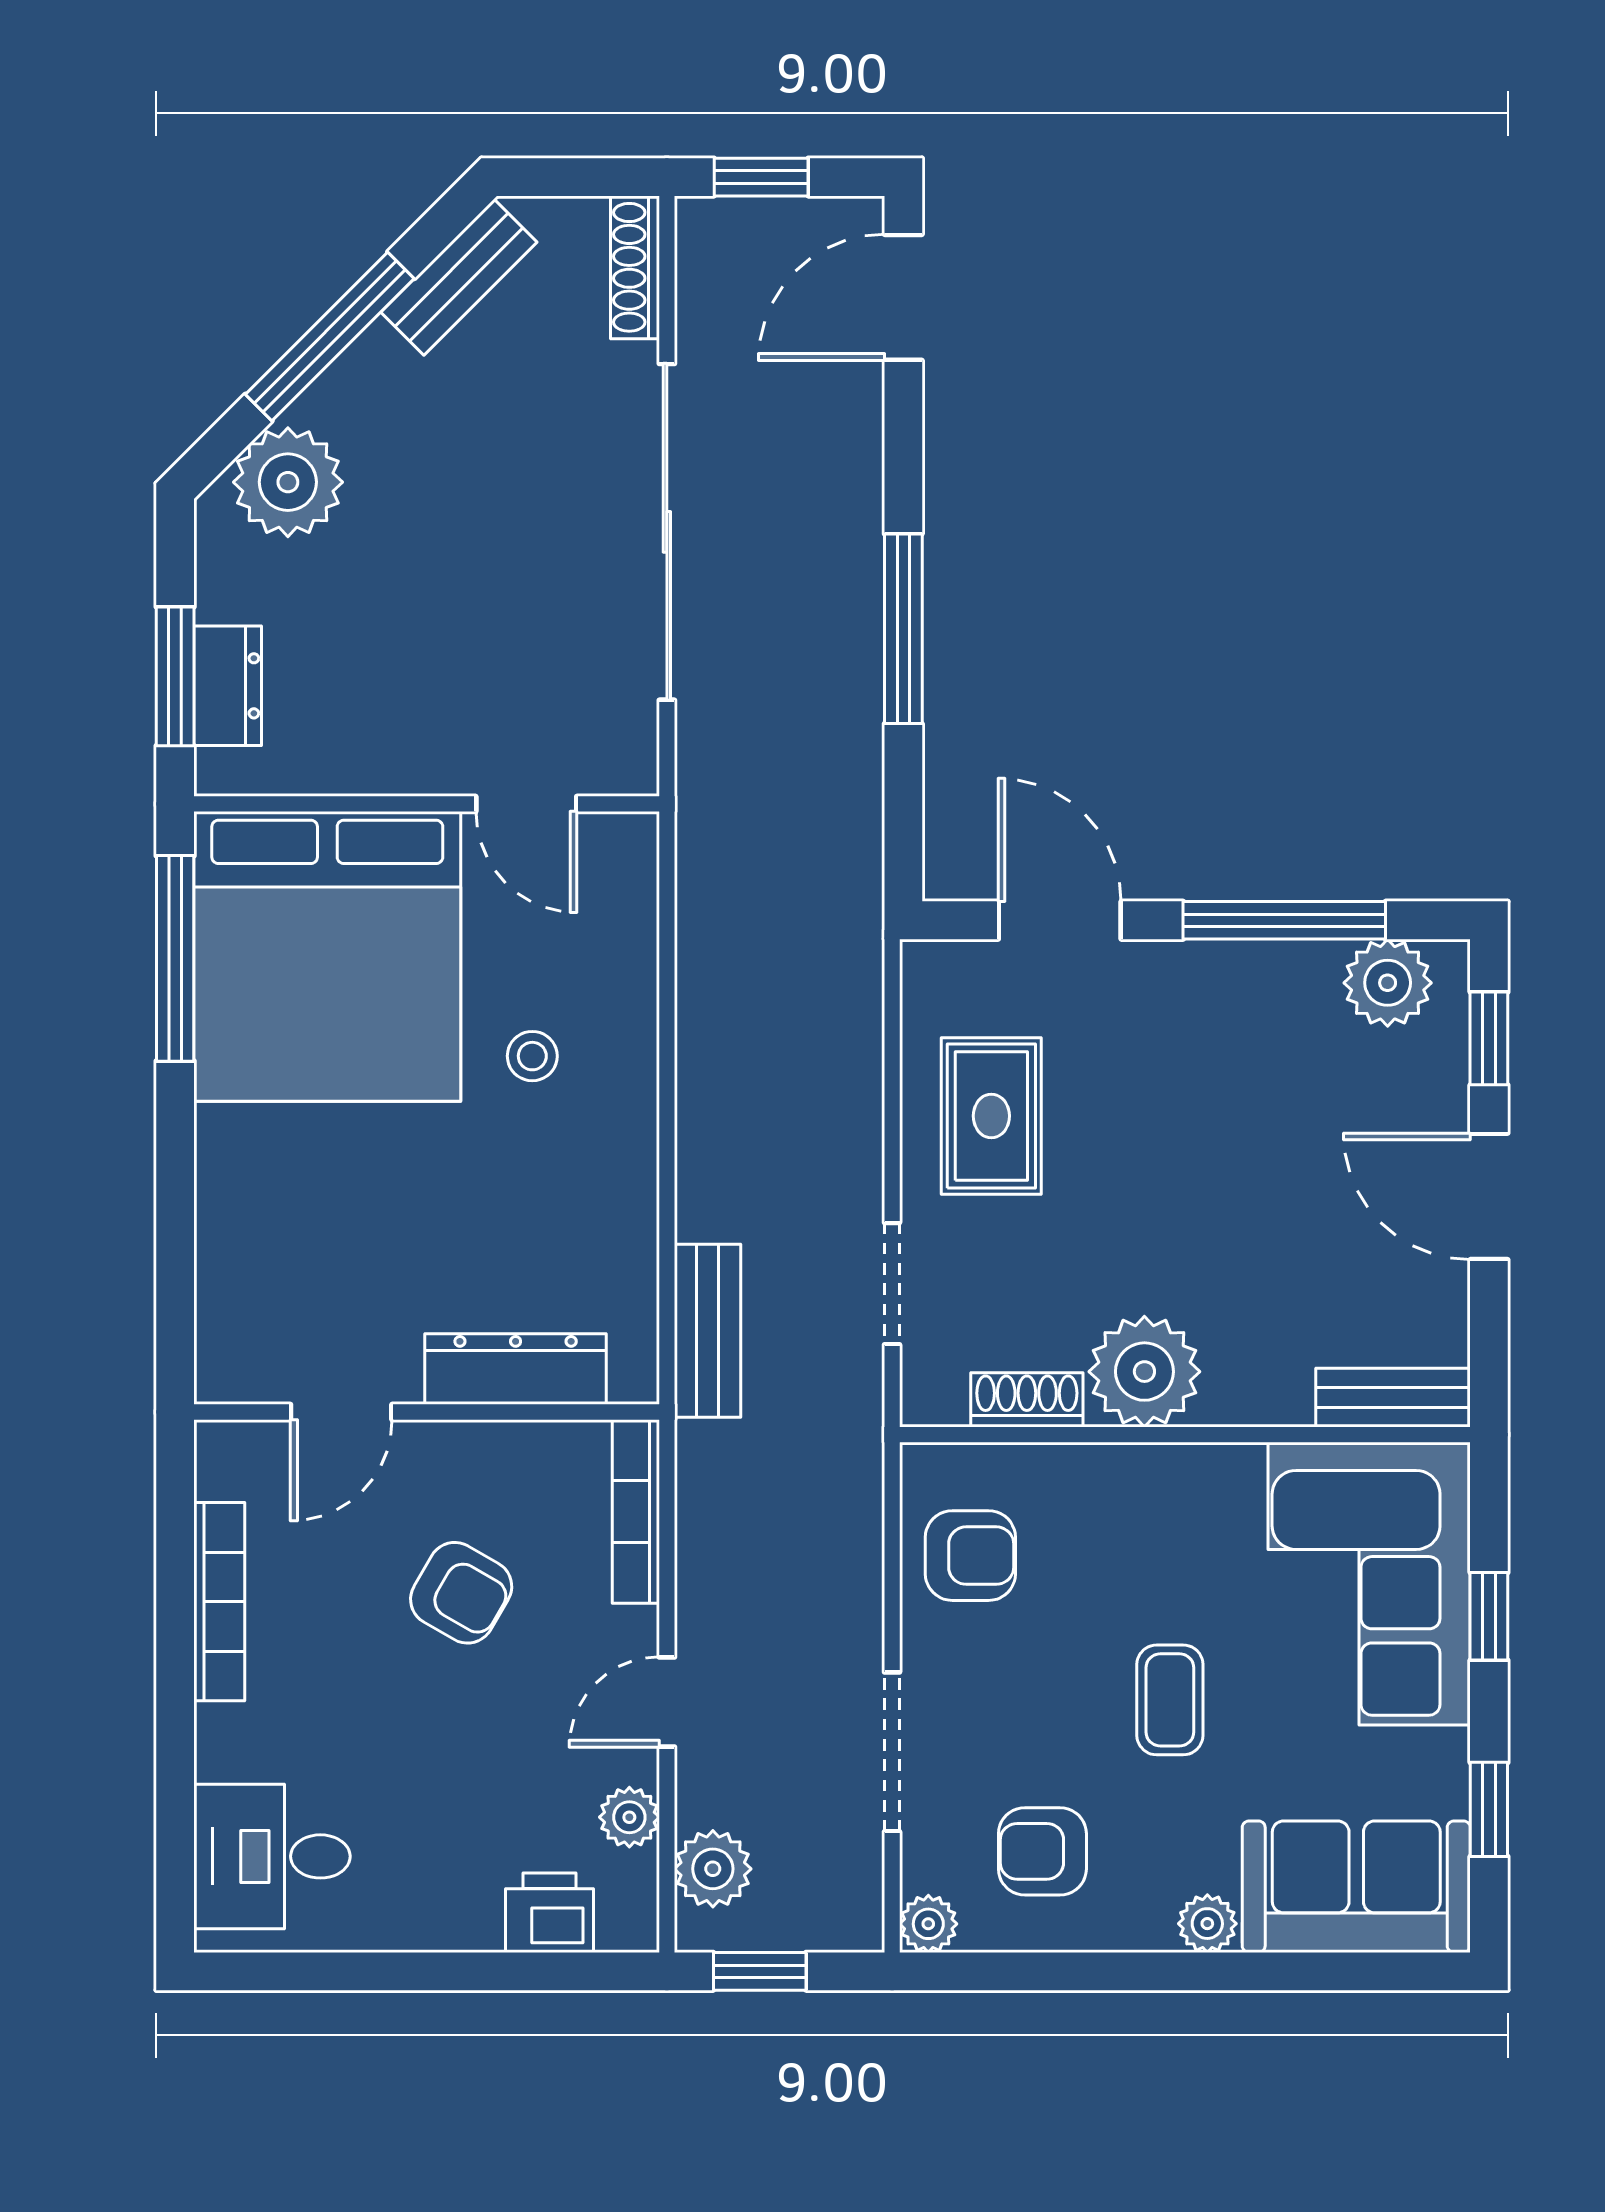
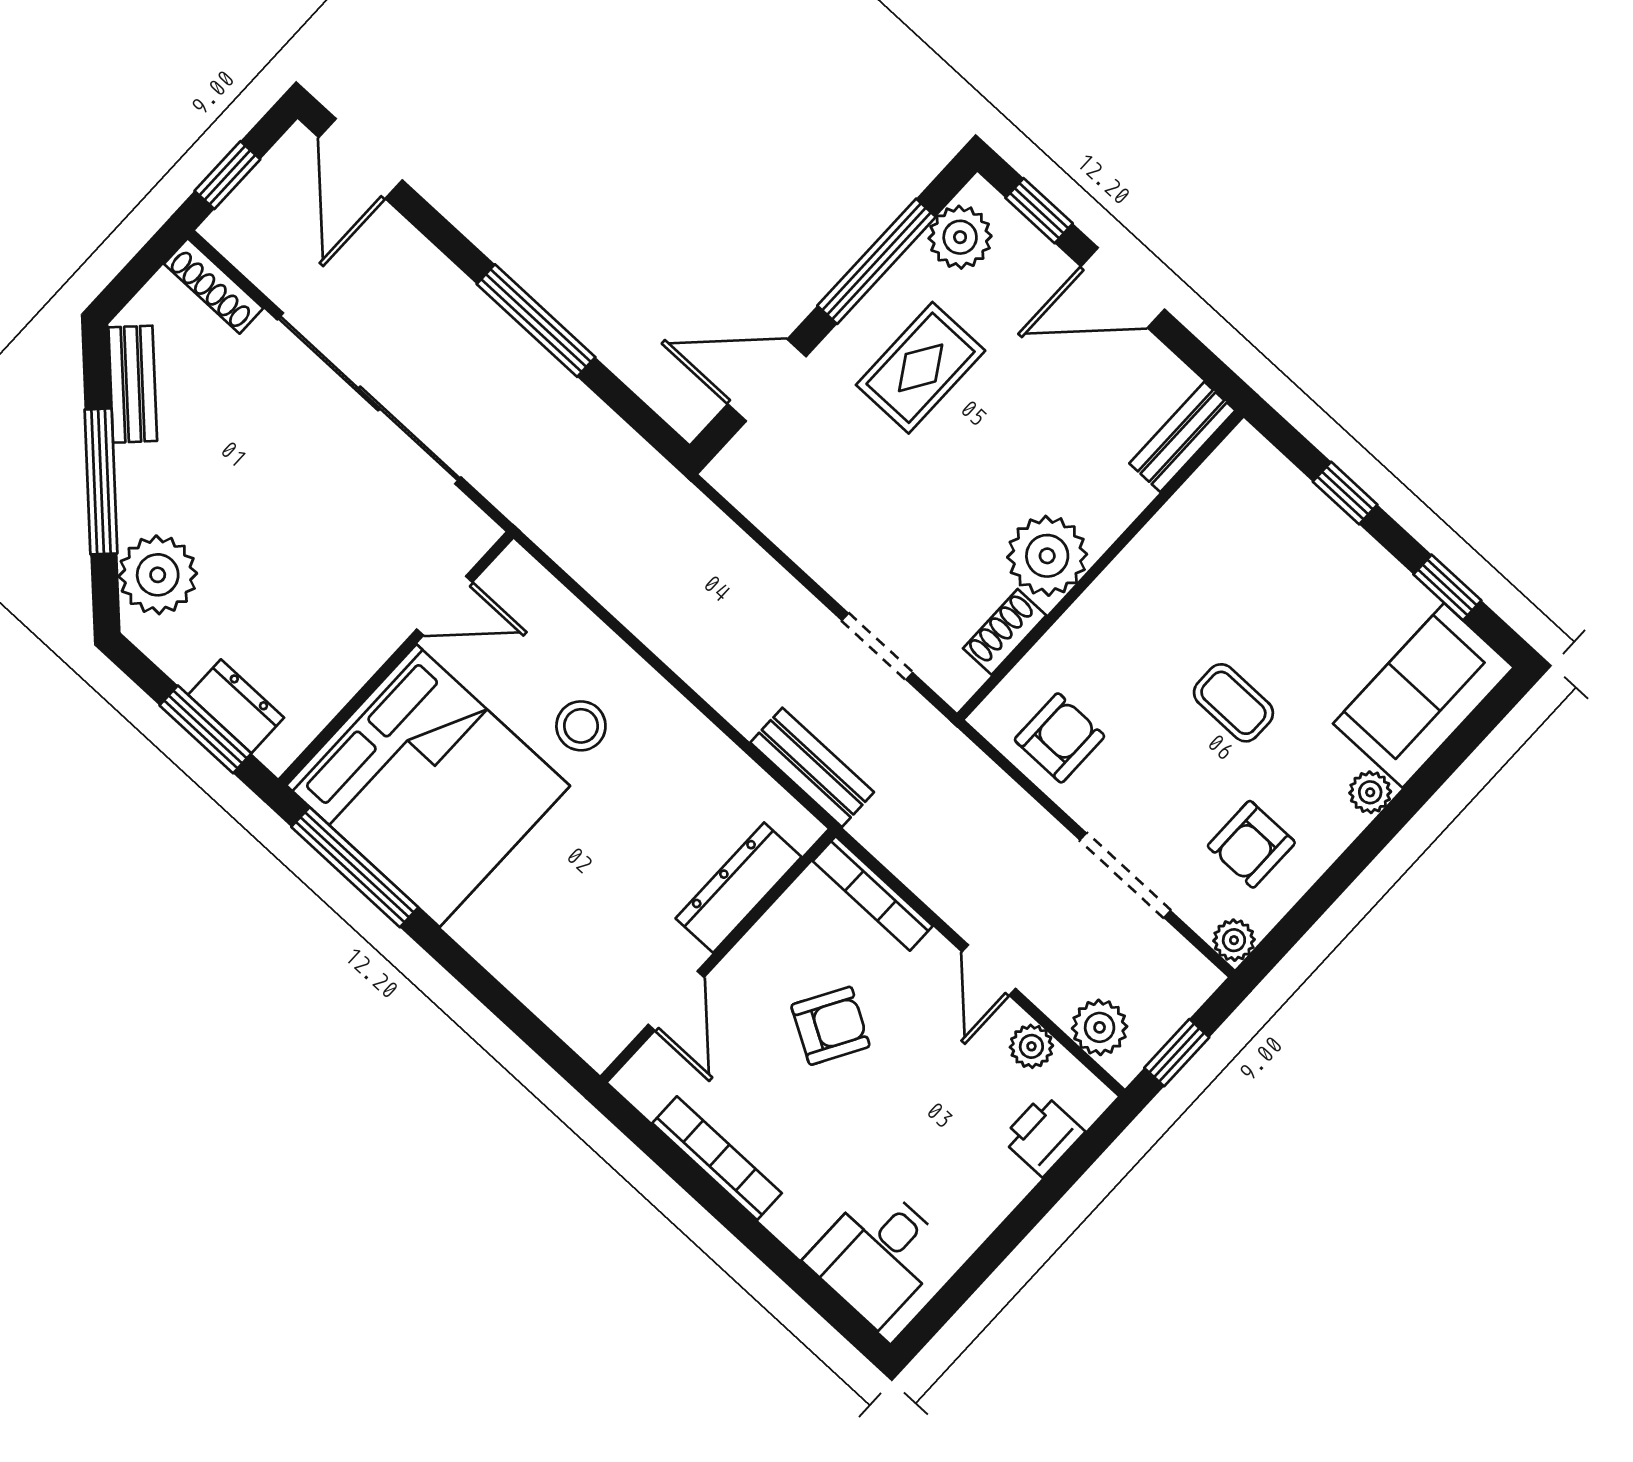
stool: (532, 1056) -> (581, 726), width x1.37, depth x1.37
rug: (991, 1116) -> (921, 368), moved, turned 90
corner sofa: (1369, 1584) -> (1269, 540), removed

